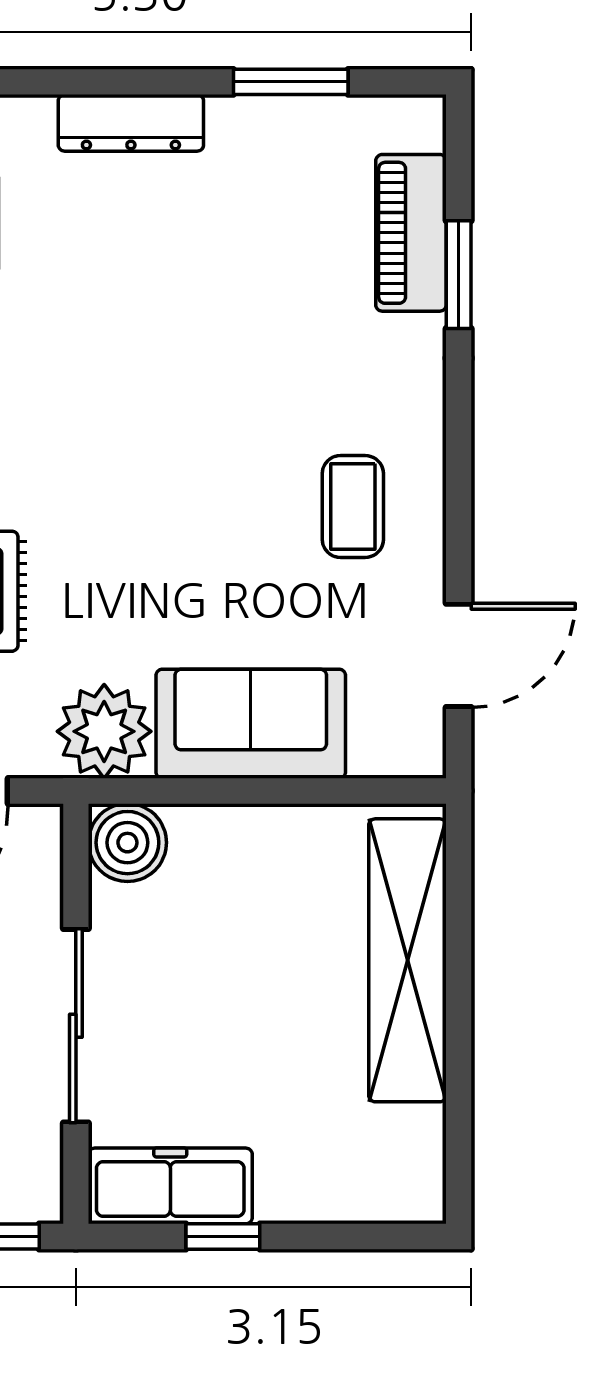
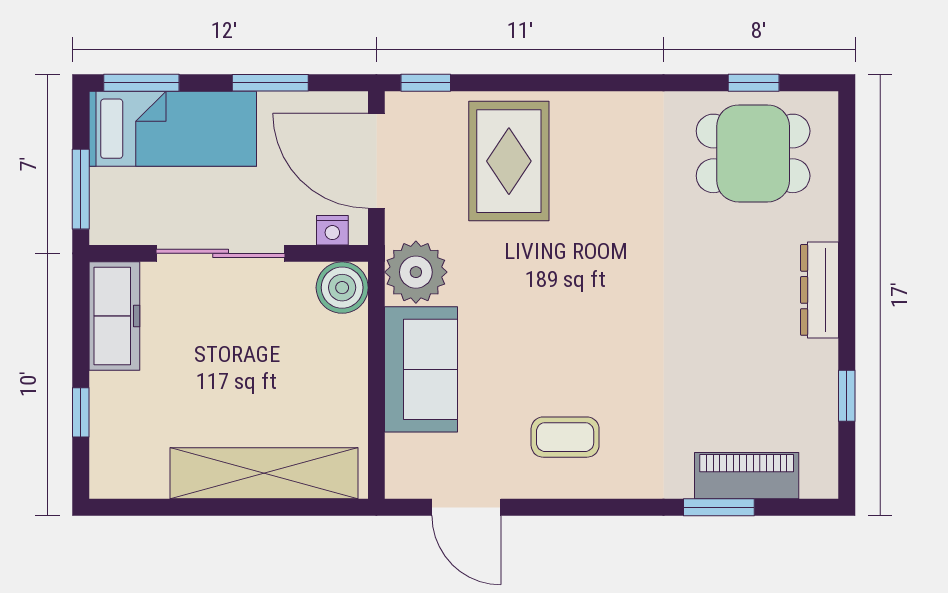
window: (291, 82) -> (847, 396), width x0.67
nightstand: (41, 857) -> (332, 230), added
window: (223, 1237) -> (81, 412), moved

